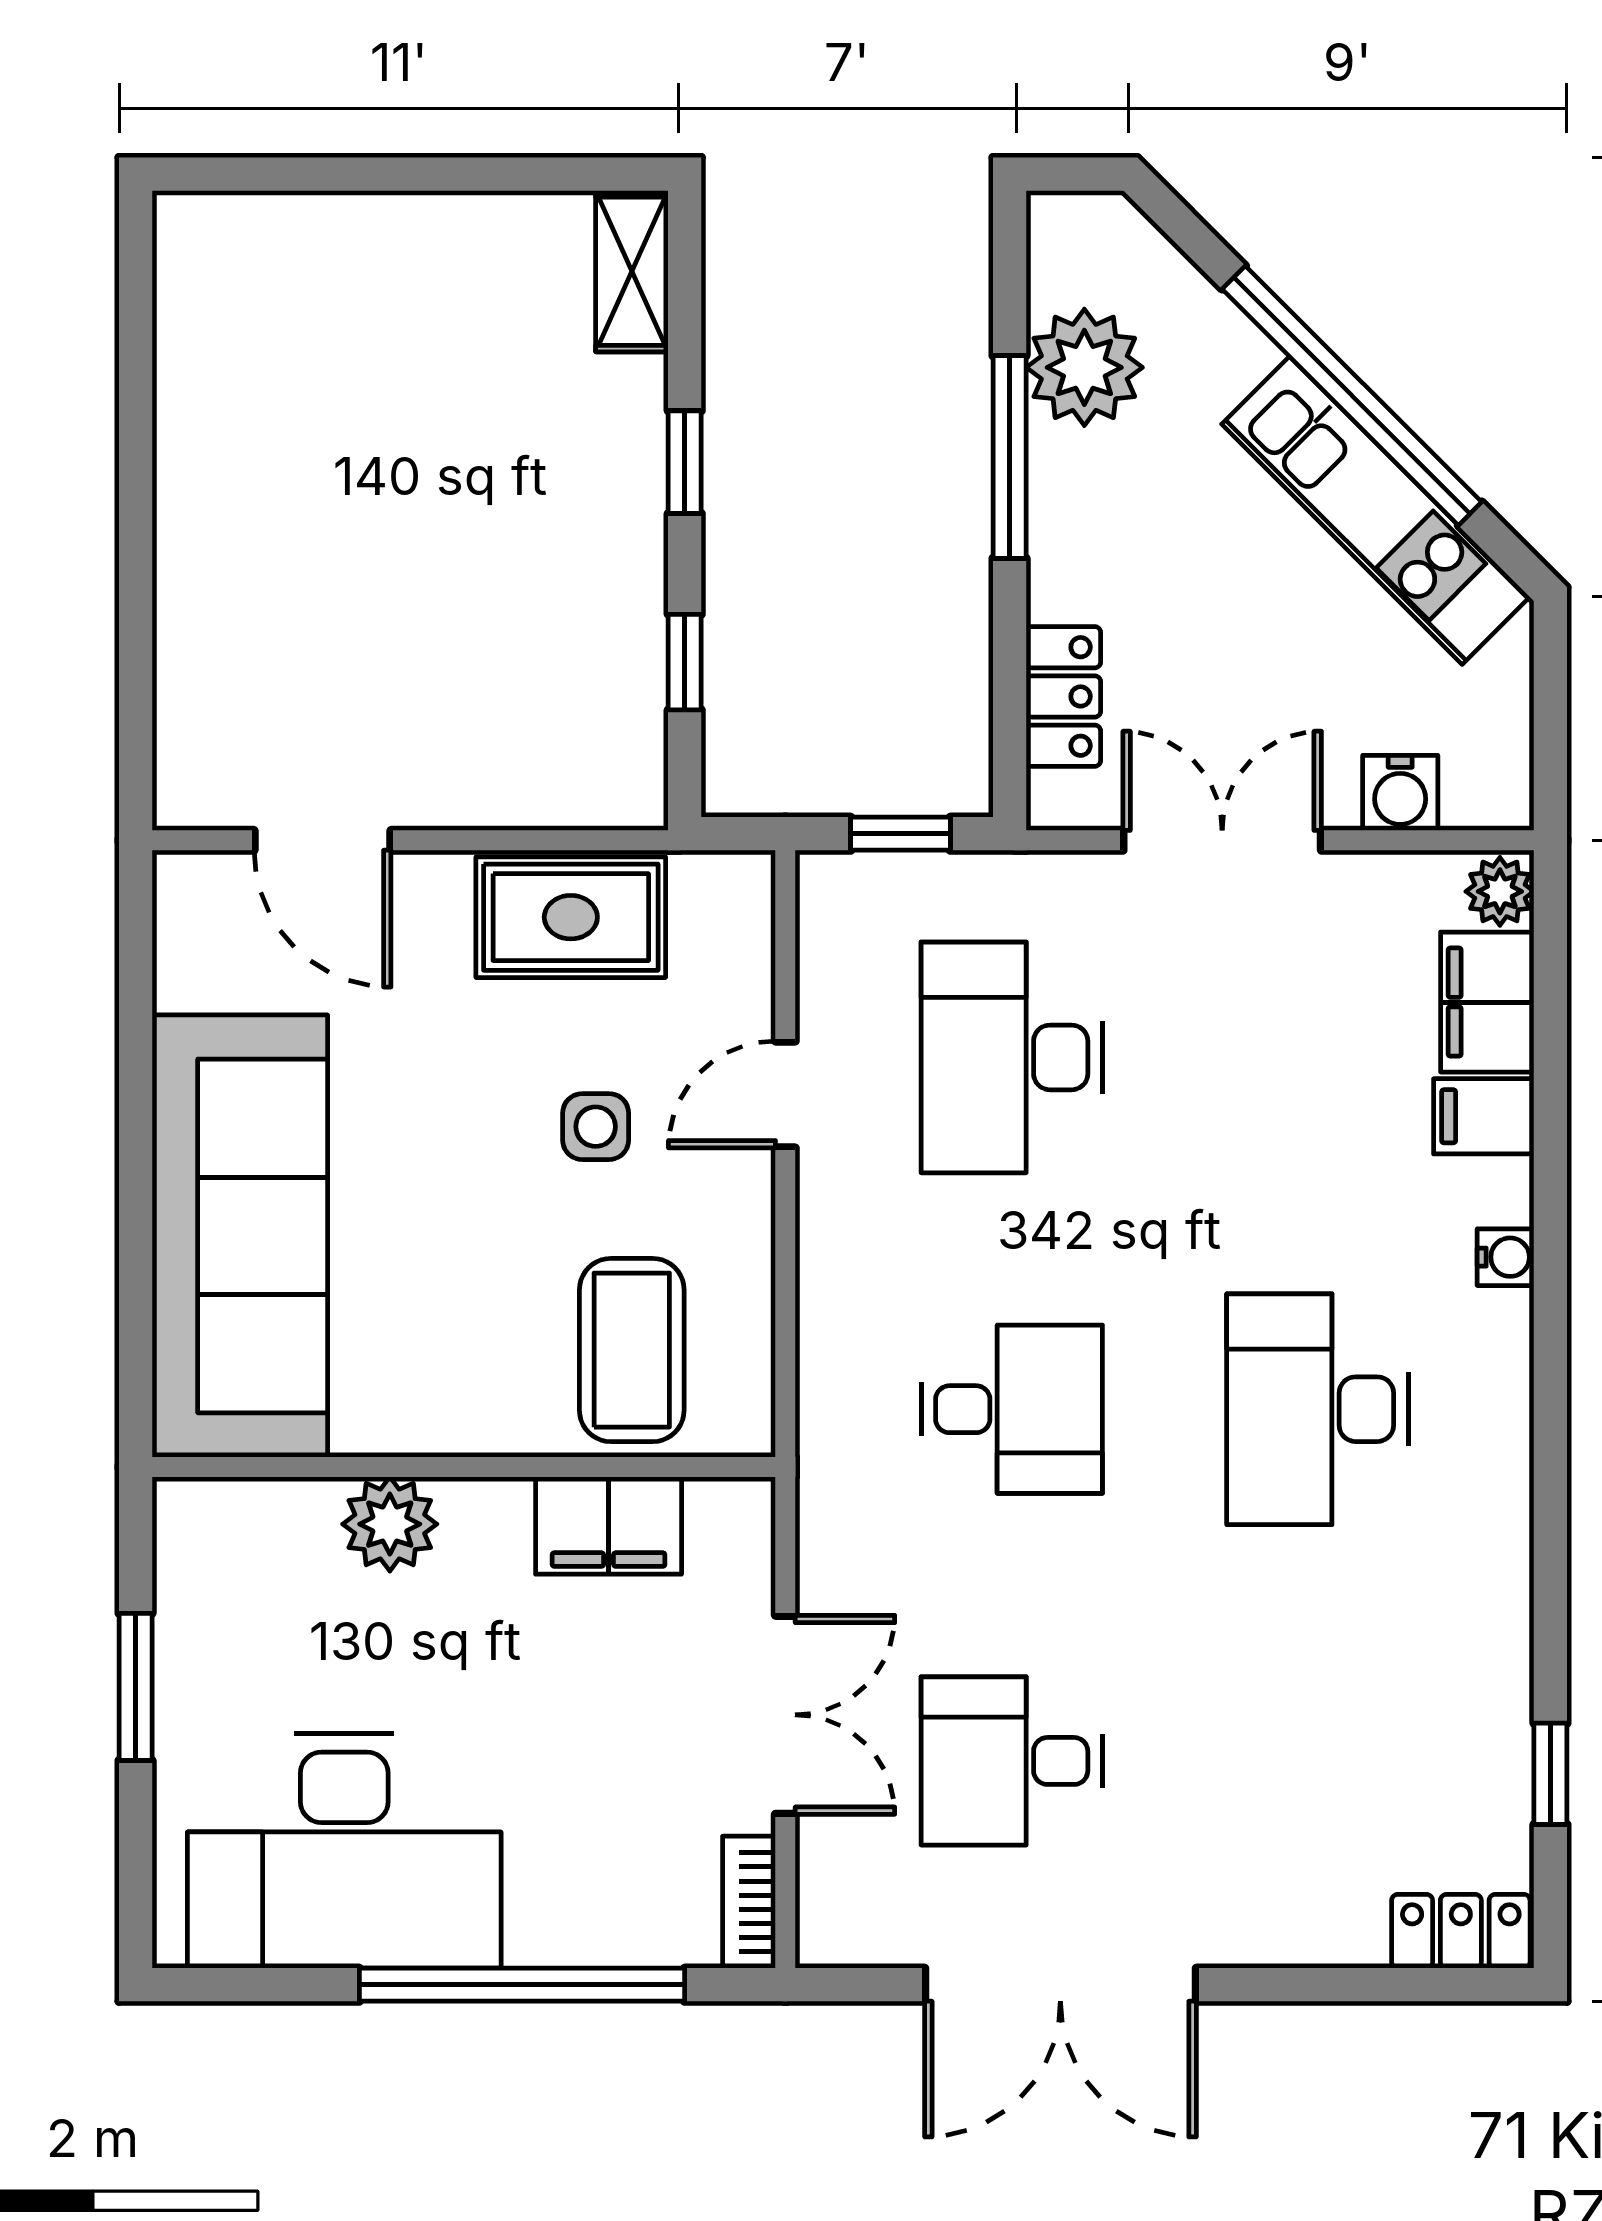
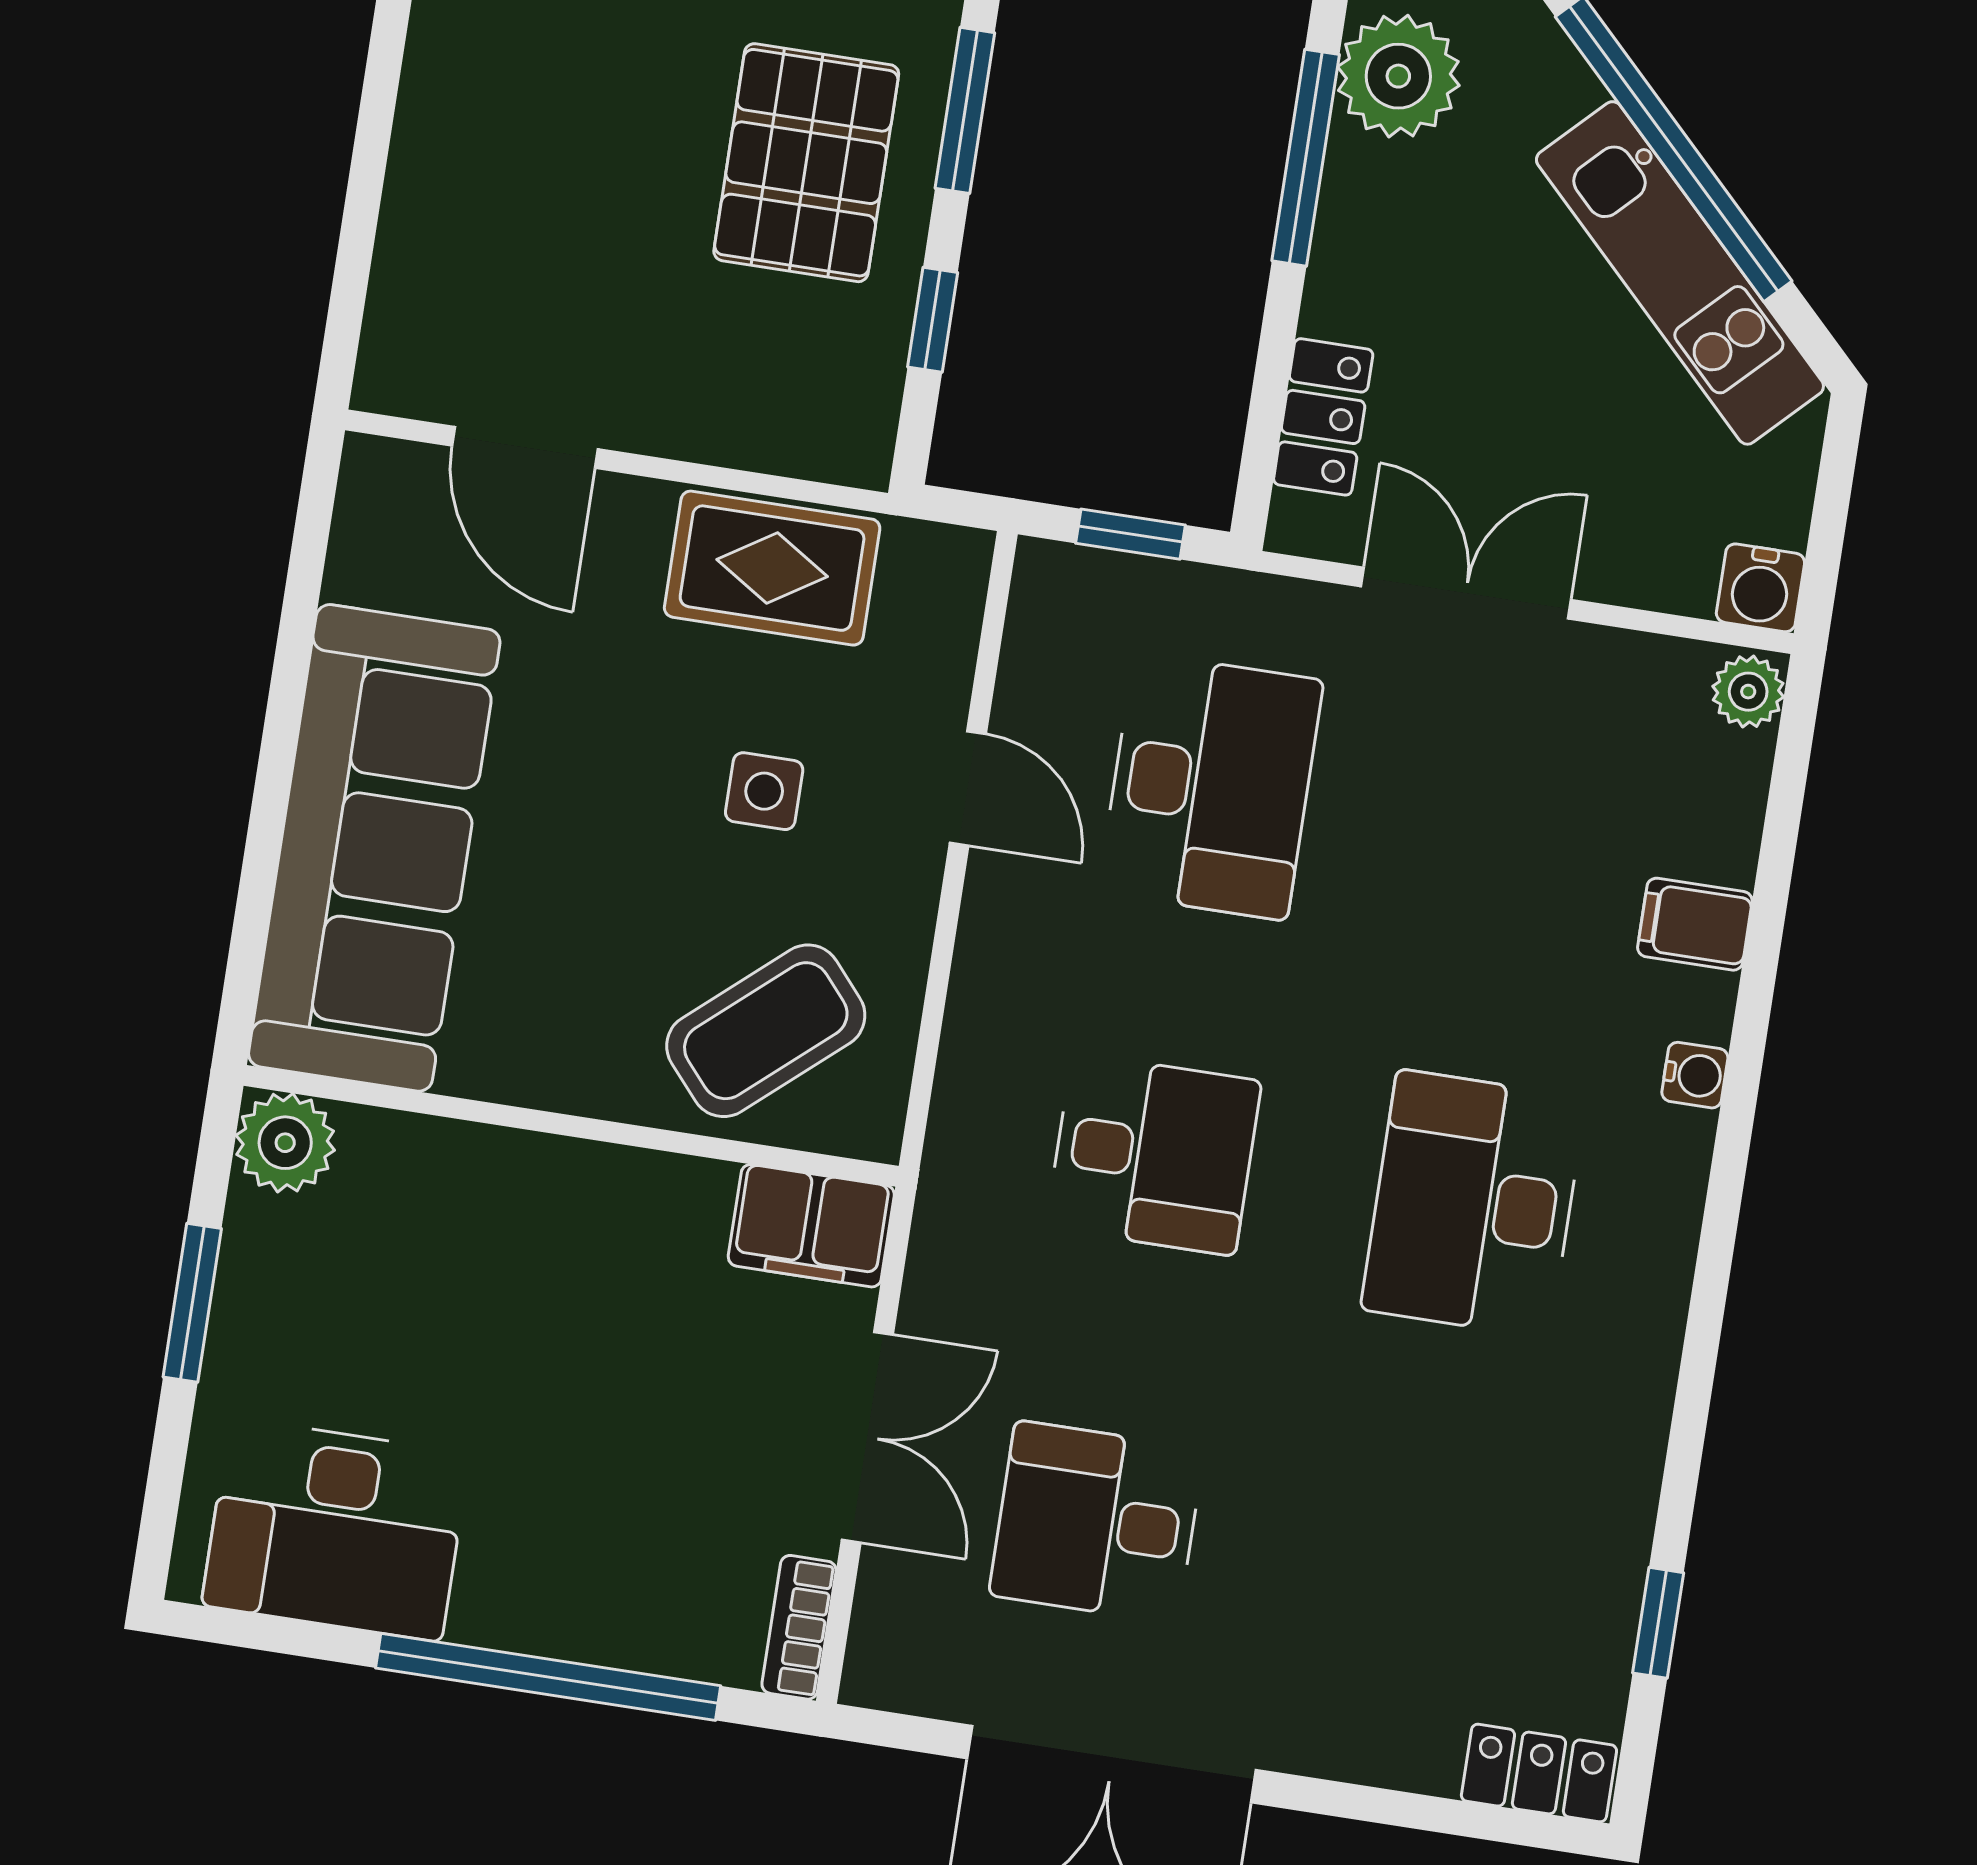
window: (685, 462) -> (965, 110), width x1.50
pallet: (544, 534) -> (806, 163), added
water cooler: (1400, 793) -> (1760, 588), moved
filing cabinet: (1487, 1002) -> (1717, 805), removed
desk: (1012, 1057) -> (1211, 786), turned 180
door: (785, 1095) -> (968, 788), swing flipped
coffee table: (632, 1350) -> (766, 1031), turned 49
plant: (390, 1524) -> (285, 1143), moved
filing cabinet: (609, 1525) -> (811, 1226), moved
desk: (344, 1851) -> (336, 1530), width x0.73, depth x0.77

